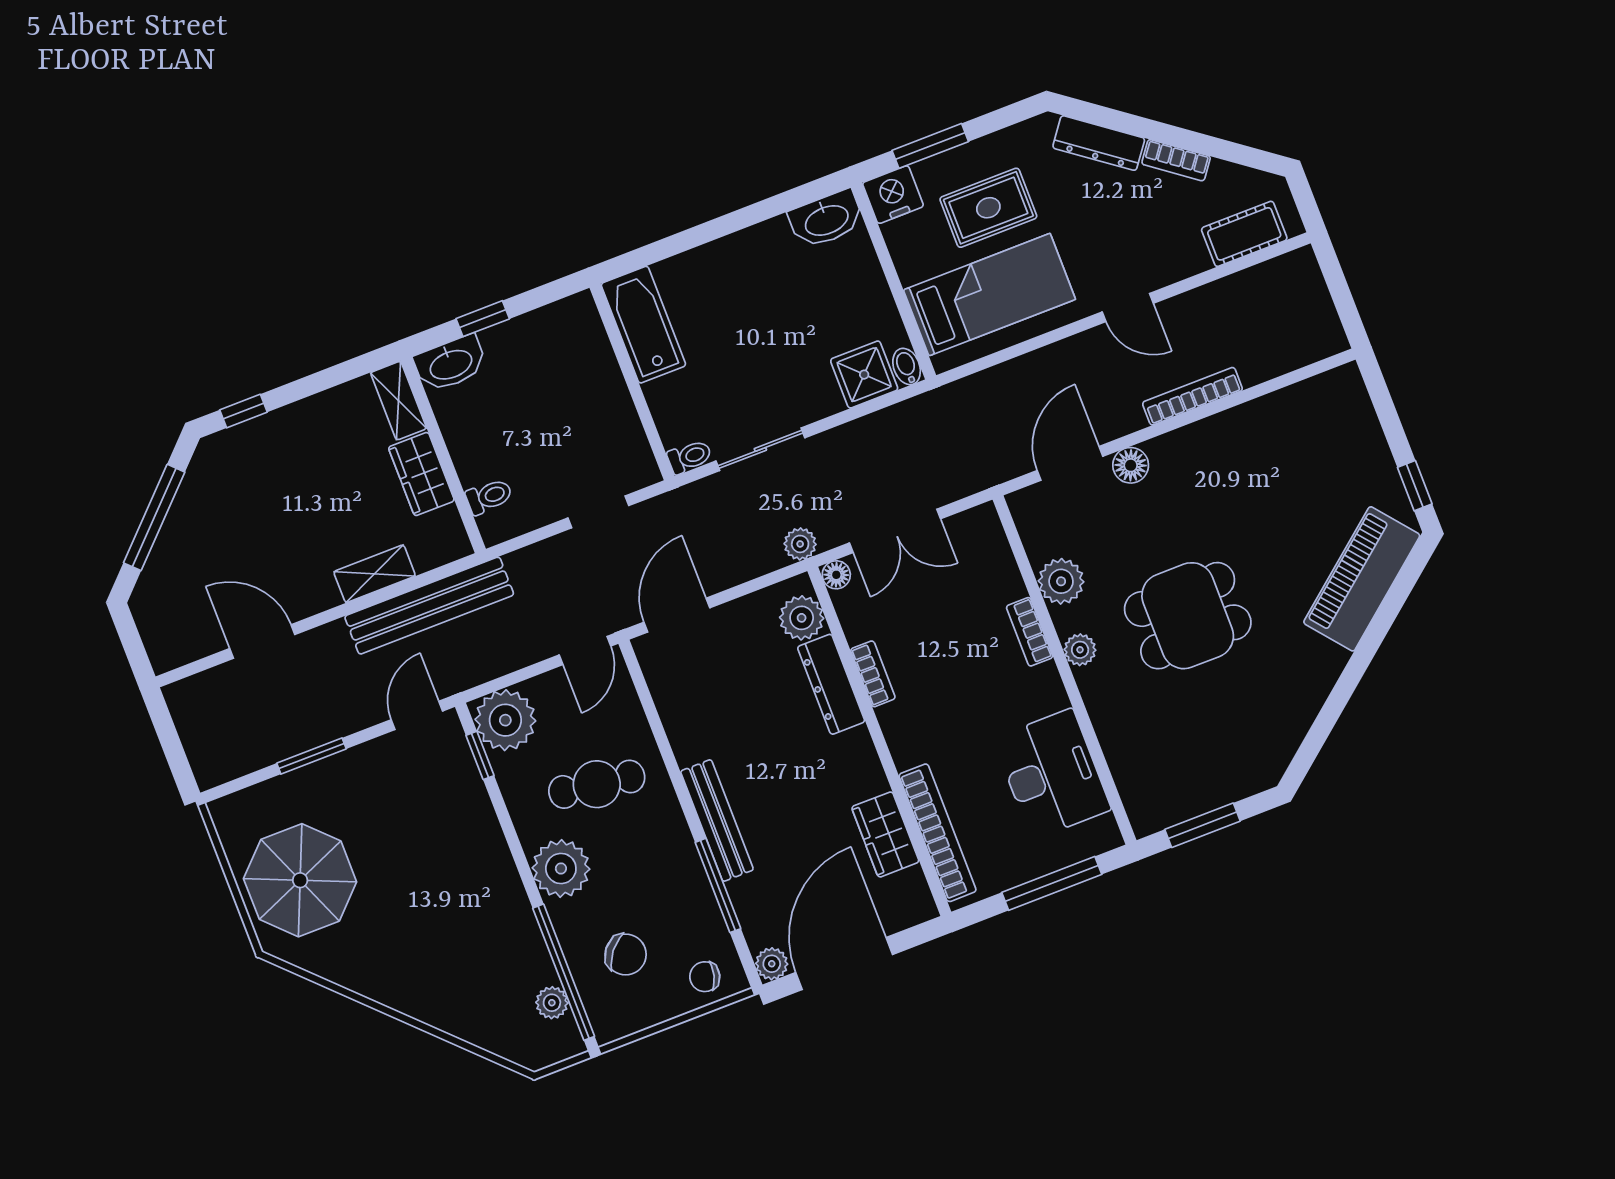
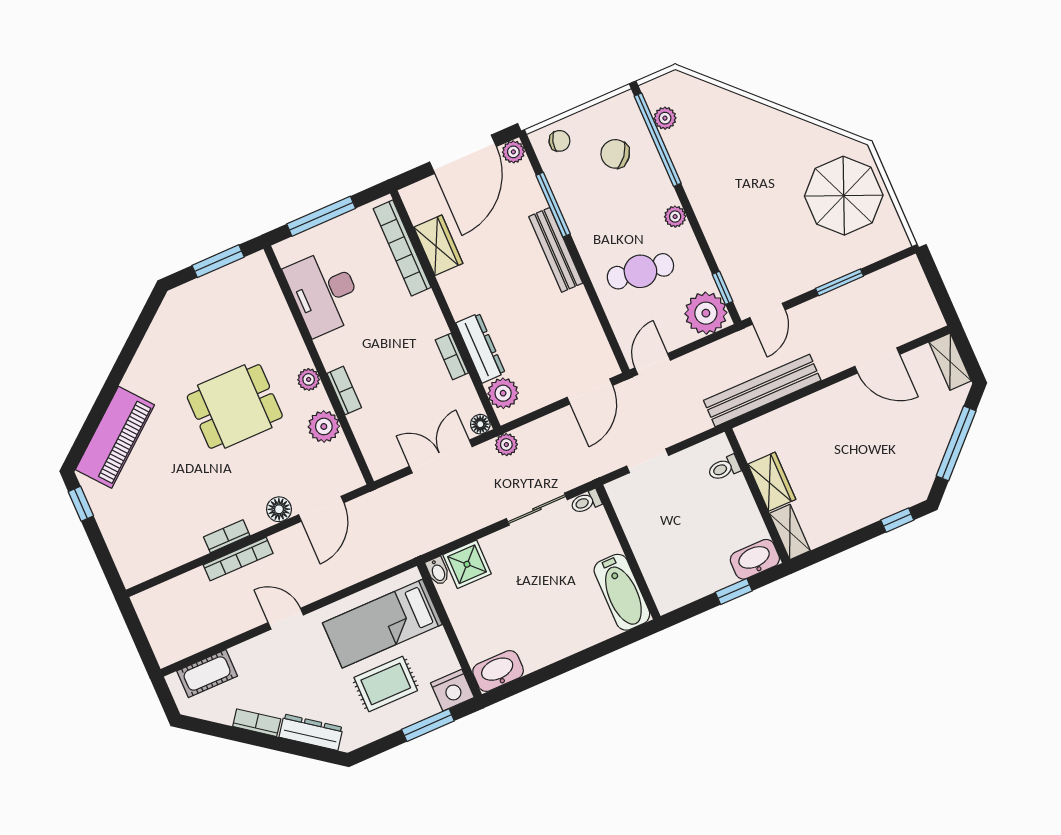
bookcase: (1207, 430) -> (227, 536), added
shelving: (375, 574) -> (950, 362), moved, turned 90
plant: (561, 868) -> (675, 217), width x0.53, depth x0.53

